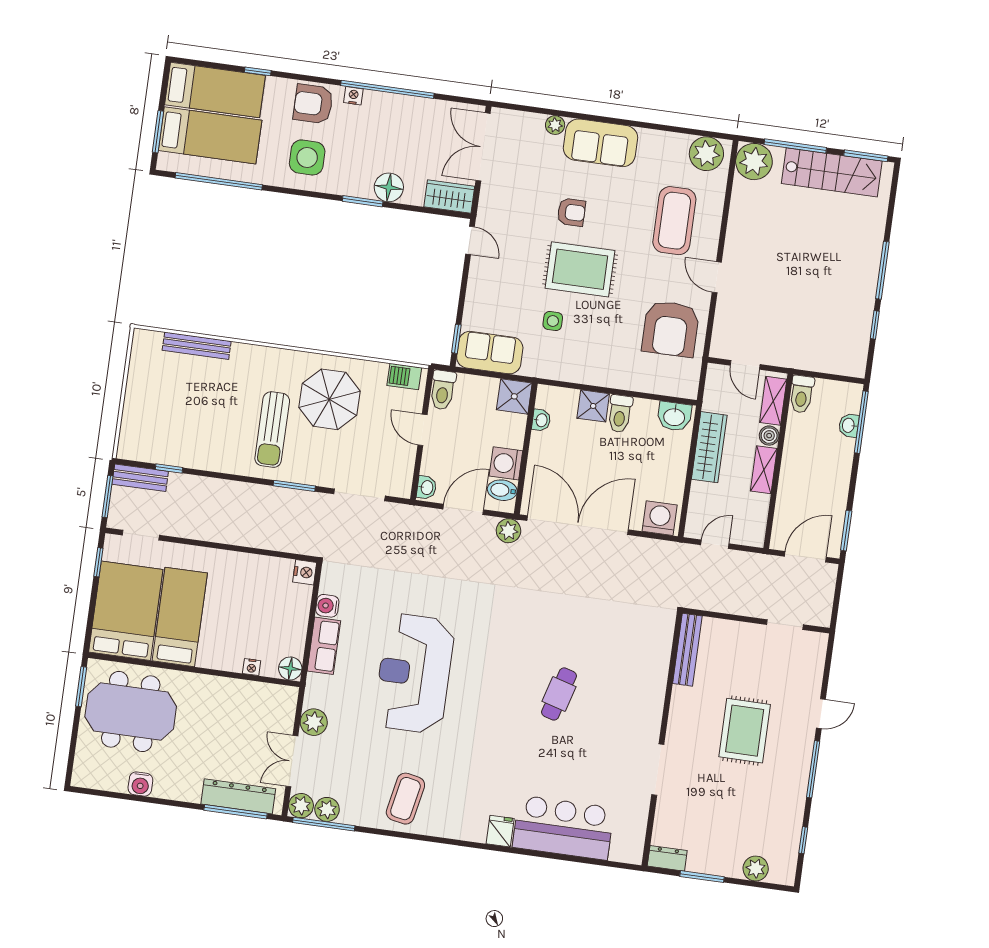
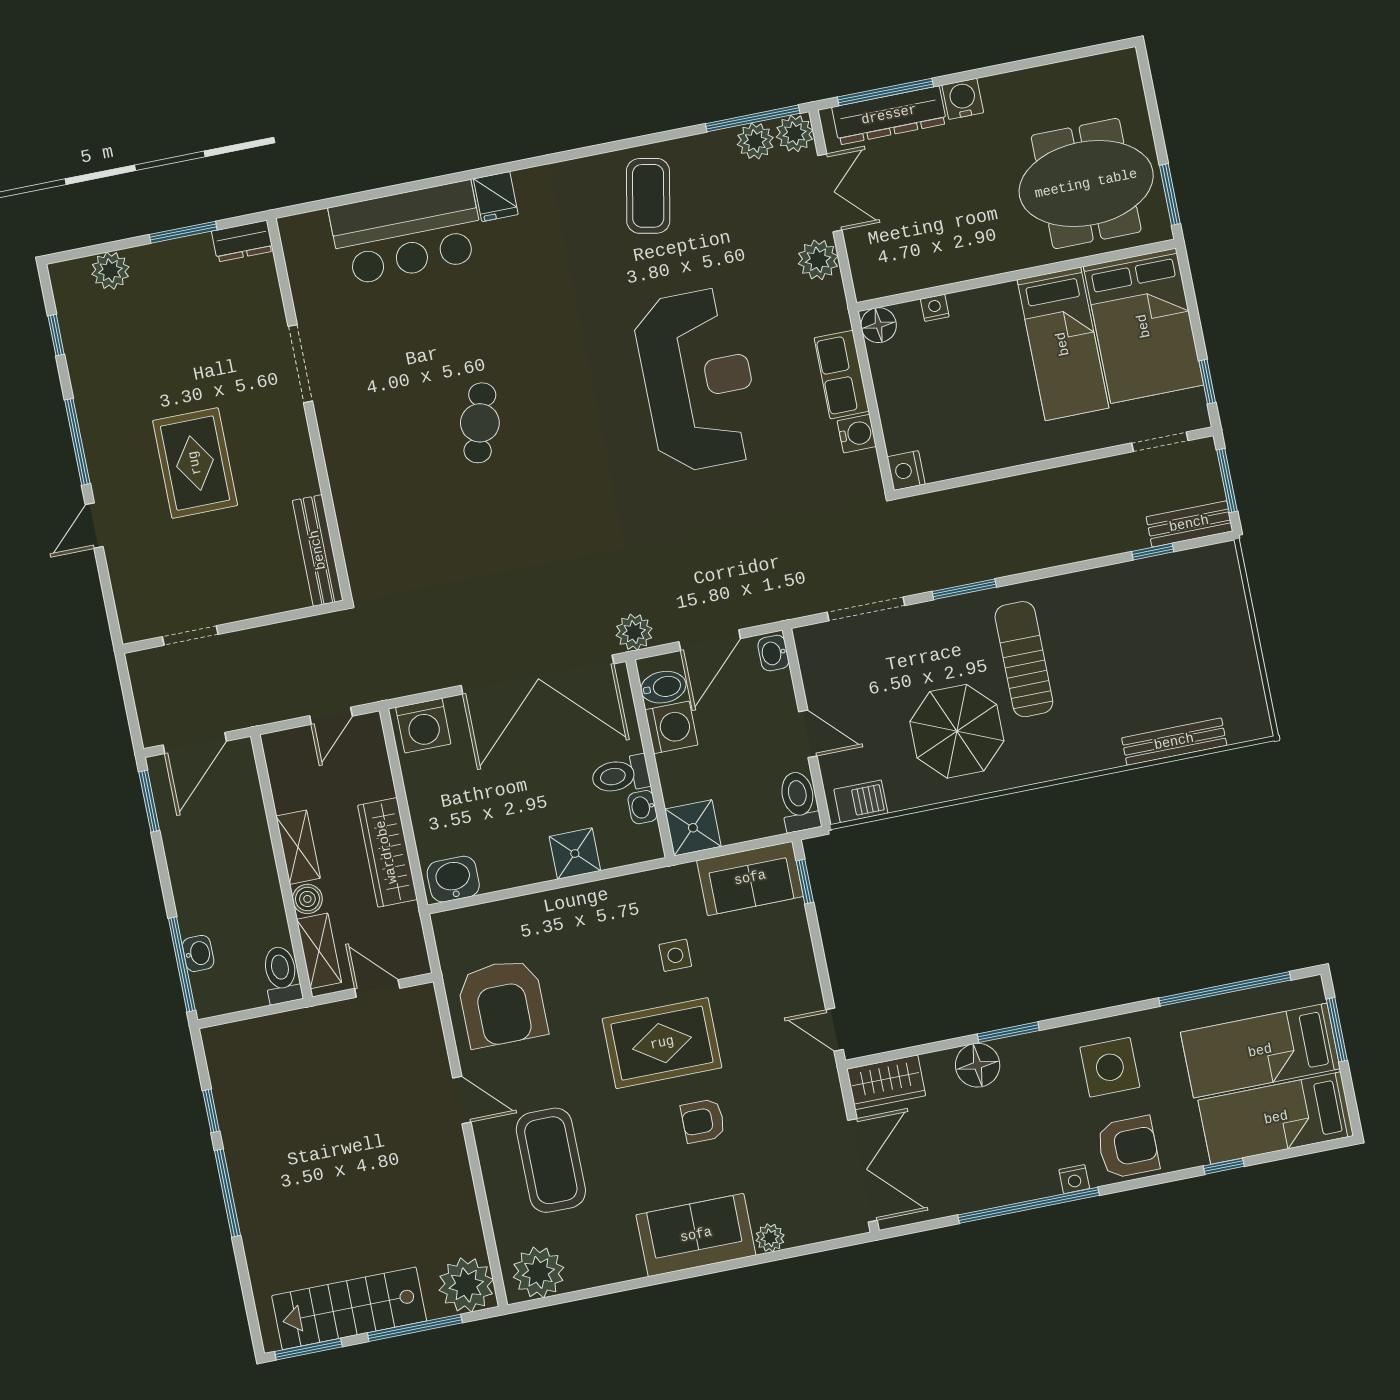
armchair: (671, 329) -> (502, 1003), turned 180
toilet: (620, 414) -> (621, 775), moved, turned -90
water cooler: (140, 784) -> (963, 99), moved

